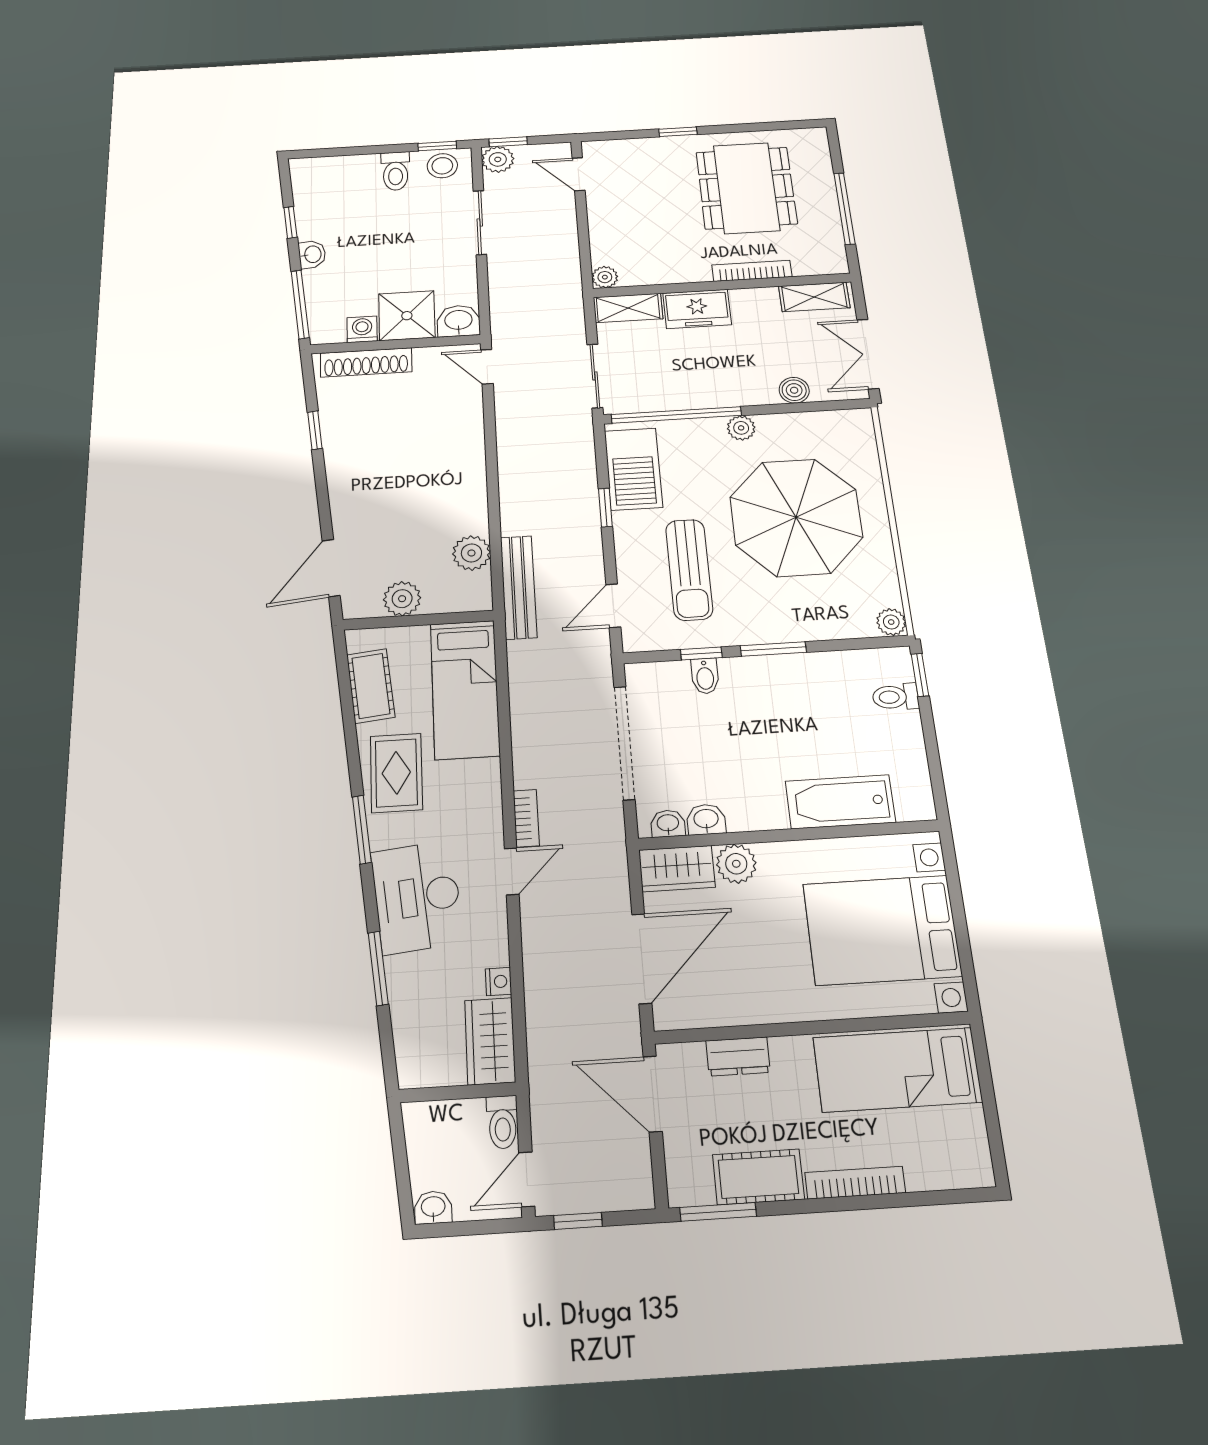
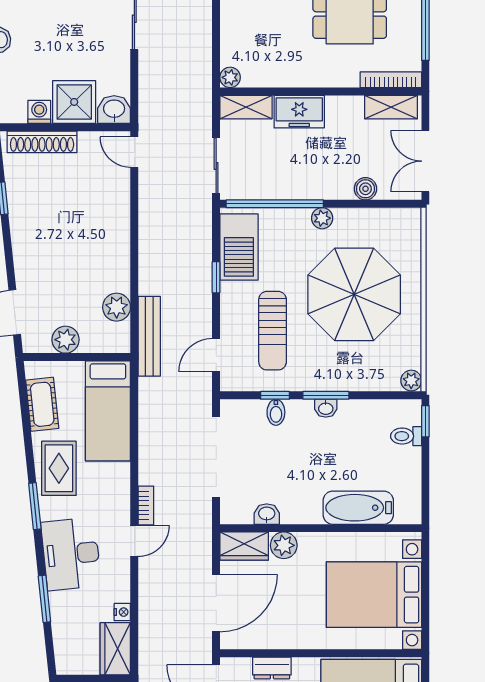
bookcase: (752, 271) -> (391, 80), moved
washbasin: (668, 824) -> (326, 408), moved, turned 180

